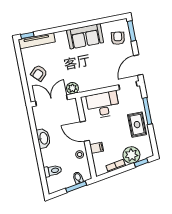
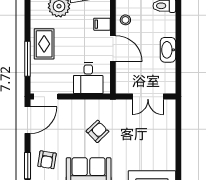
armchair: (39, 73) -> (97, 131), moved
plant: (72, 88) -> (118, 107), removed
double door: (51, 100) -> (148, 97), width x0.73
desk: (103, 105) -> (88, 78), width x0.73

